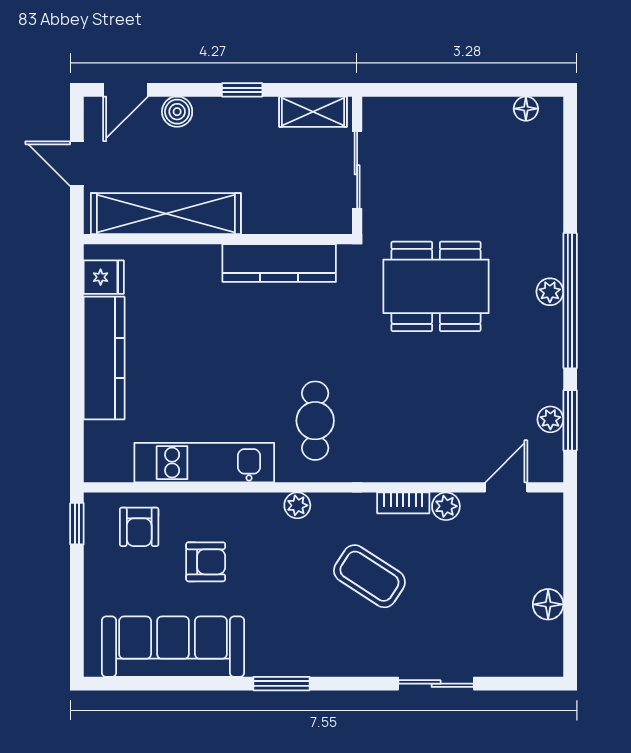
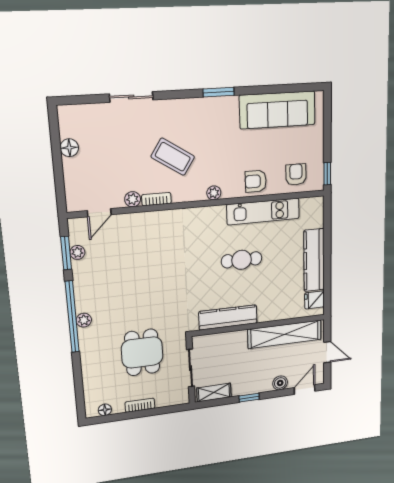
bookcase: (459, 108) -> (140, 405), added
dining table: (436, 286) -> (142, 352), moved, width x0.73
cafe table: (315, 421) -> (242, 260), moved, turned 90
armchair: (206, 562) -> (256, 181), moved

